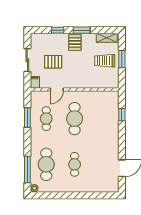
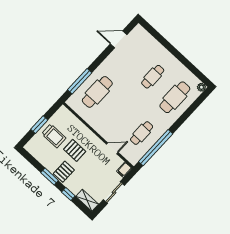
shelving: (107, 38) -> (87, 200), moved
pallet: (53, 62) -> (75, 150), moved
window: (122, 115) -> (80, 81), width x2.17
window: (27, 117) -> (156, 148), width x2.11
cafe table: (75, 119) -> (97, 92), moved
window: (27, 169) -> (193, 107), removed

